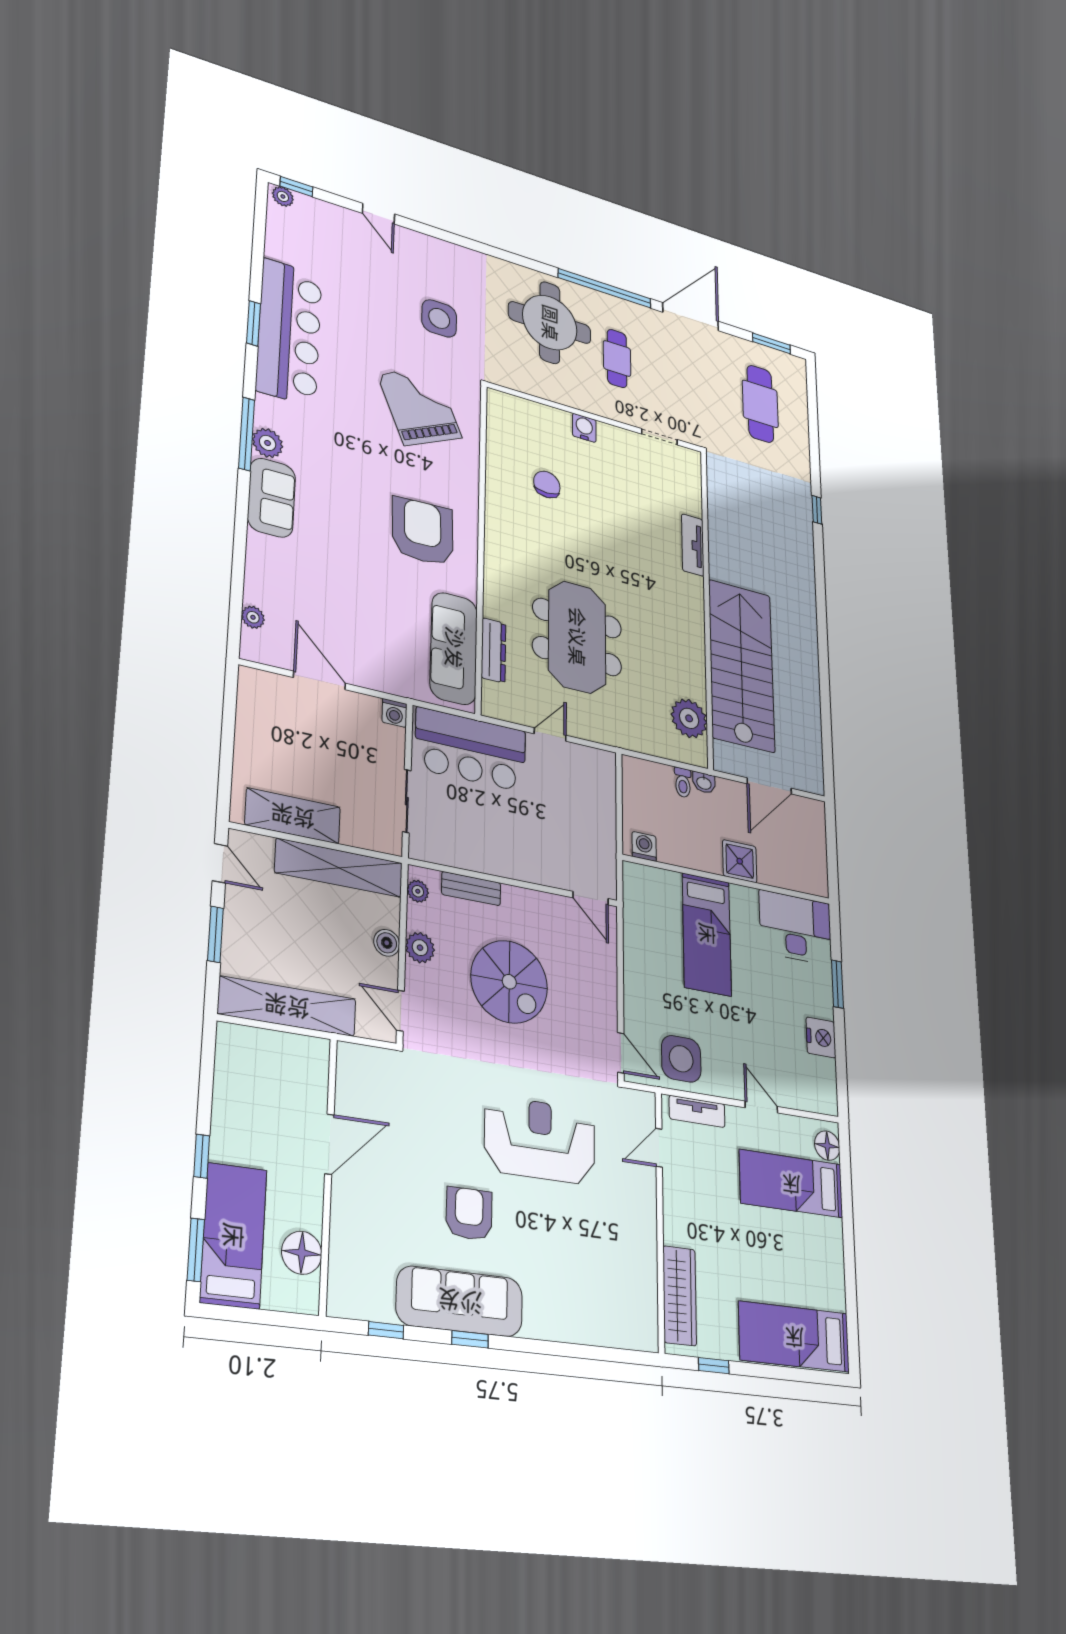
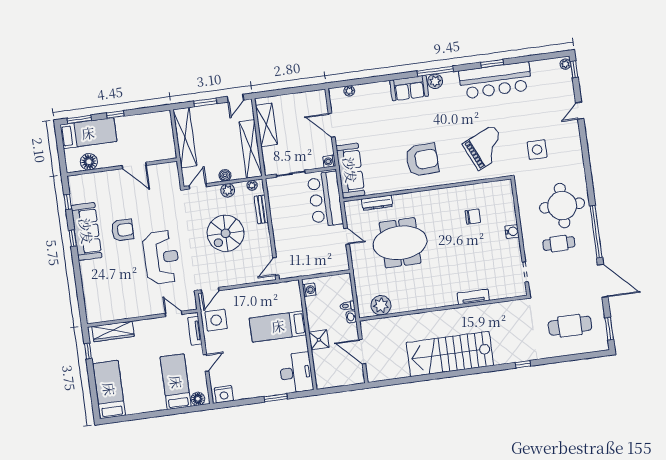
sofa: (454, 648) -> (350, 170), moved, turned 90
stairs: (742, 666) -> (450, 354), moved, turned 180
door: (319, 680) -> (332, 125), swing flipped
nightstand: (821, 1038) -> (224, 394), moved

